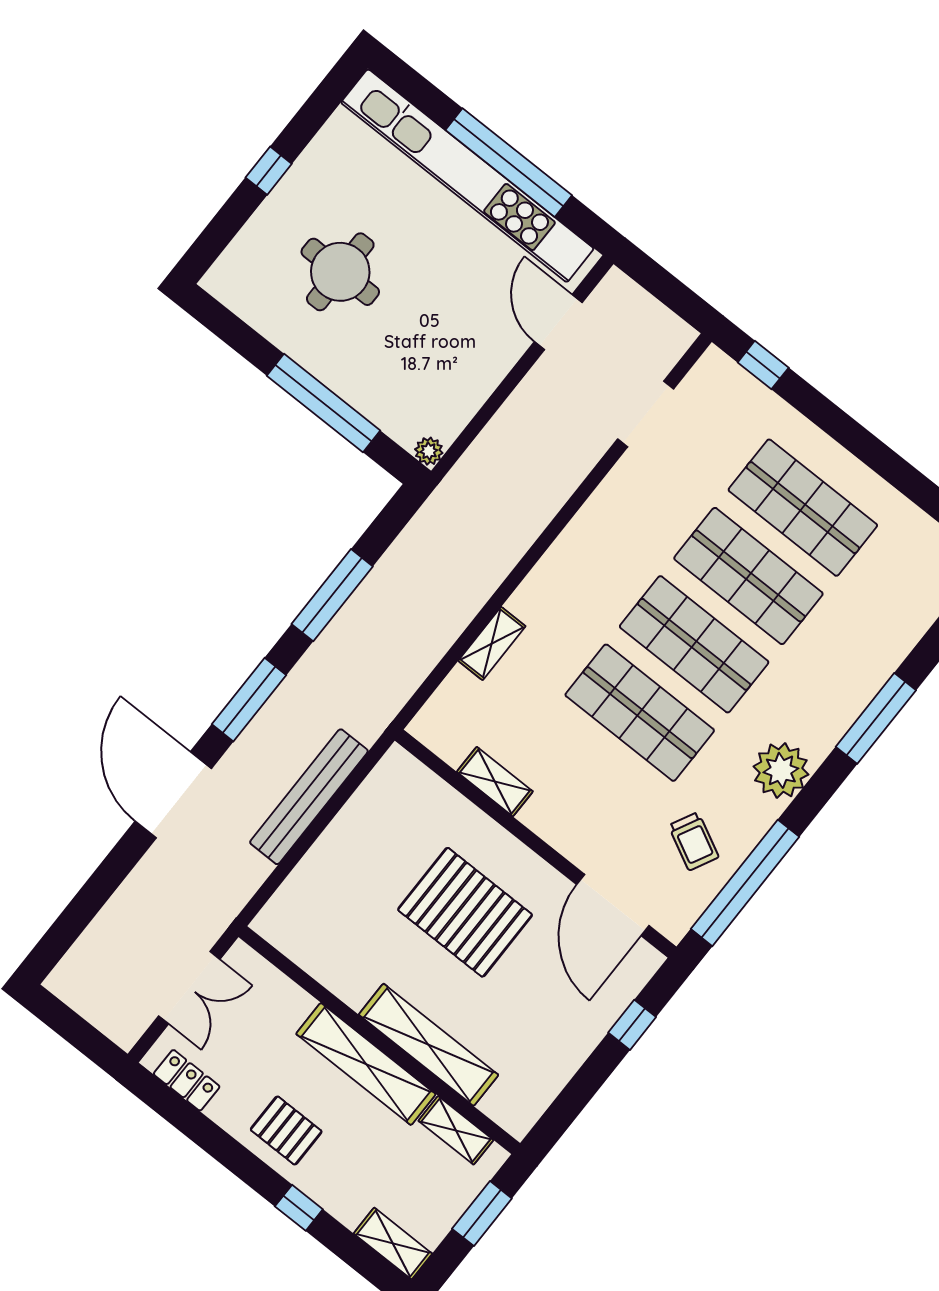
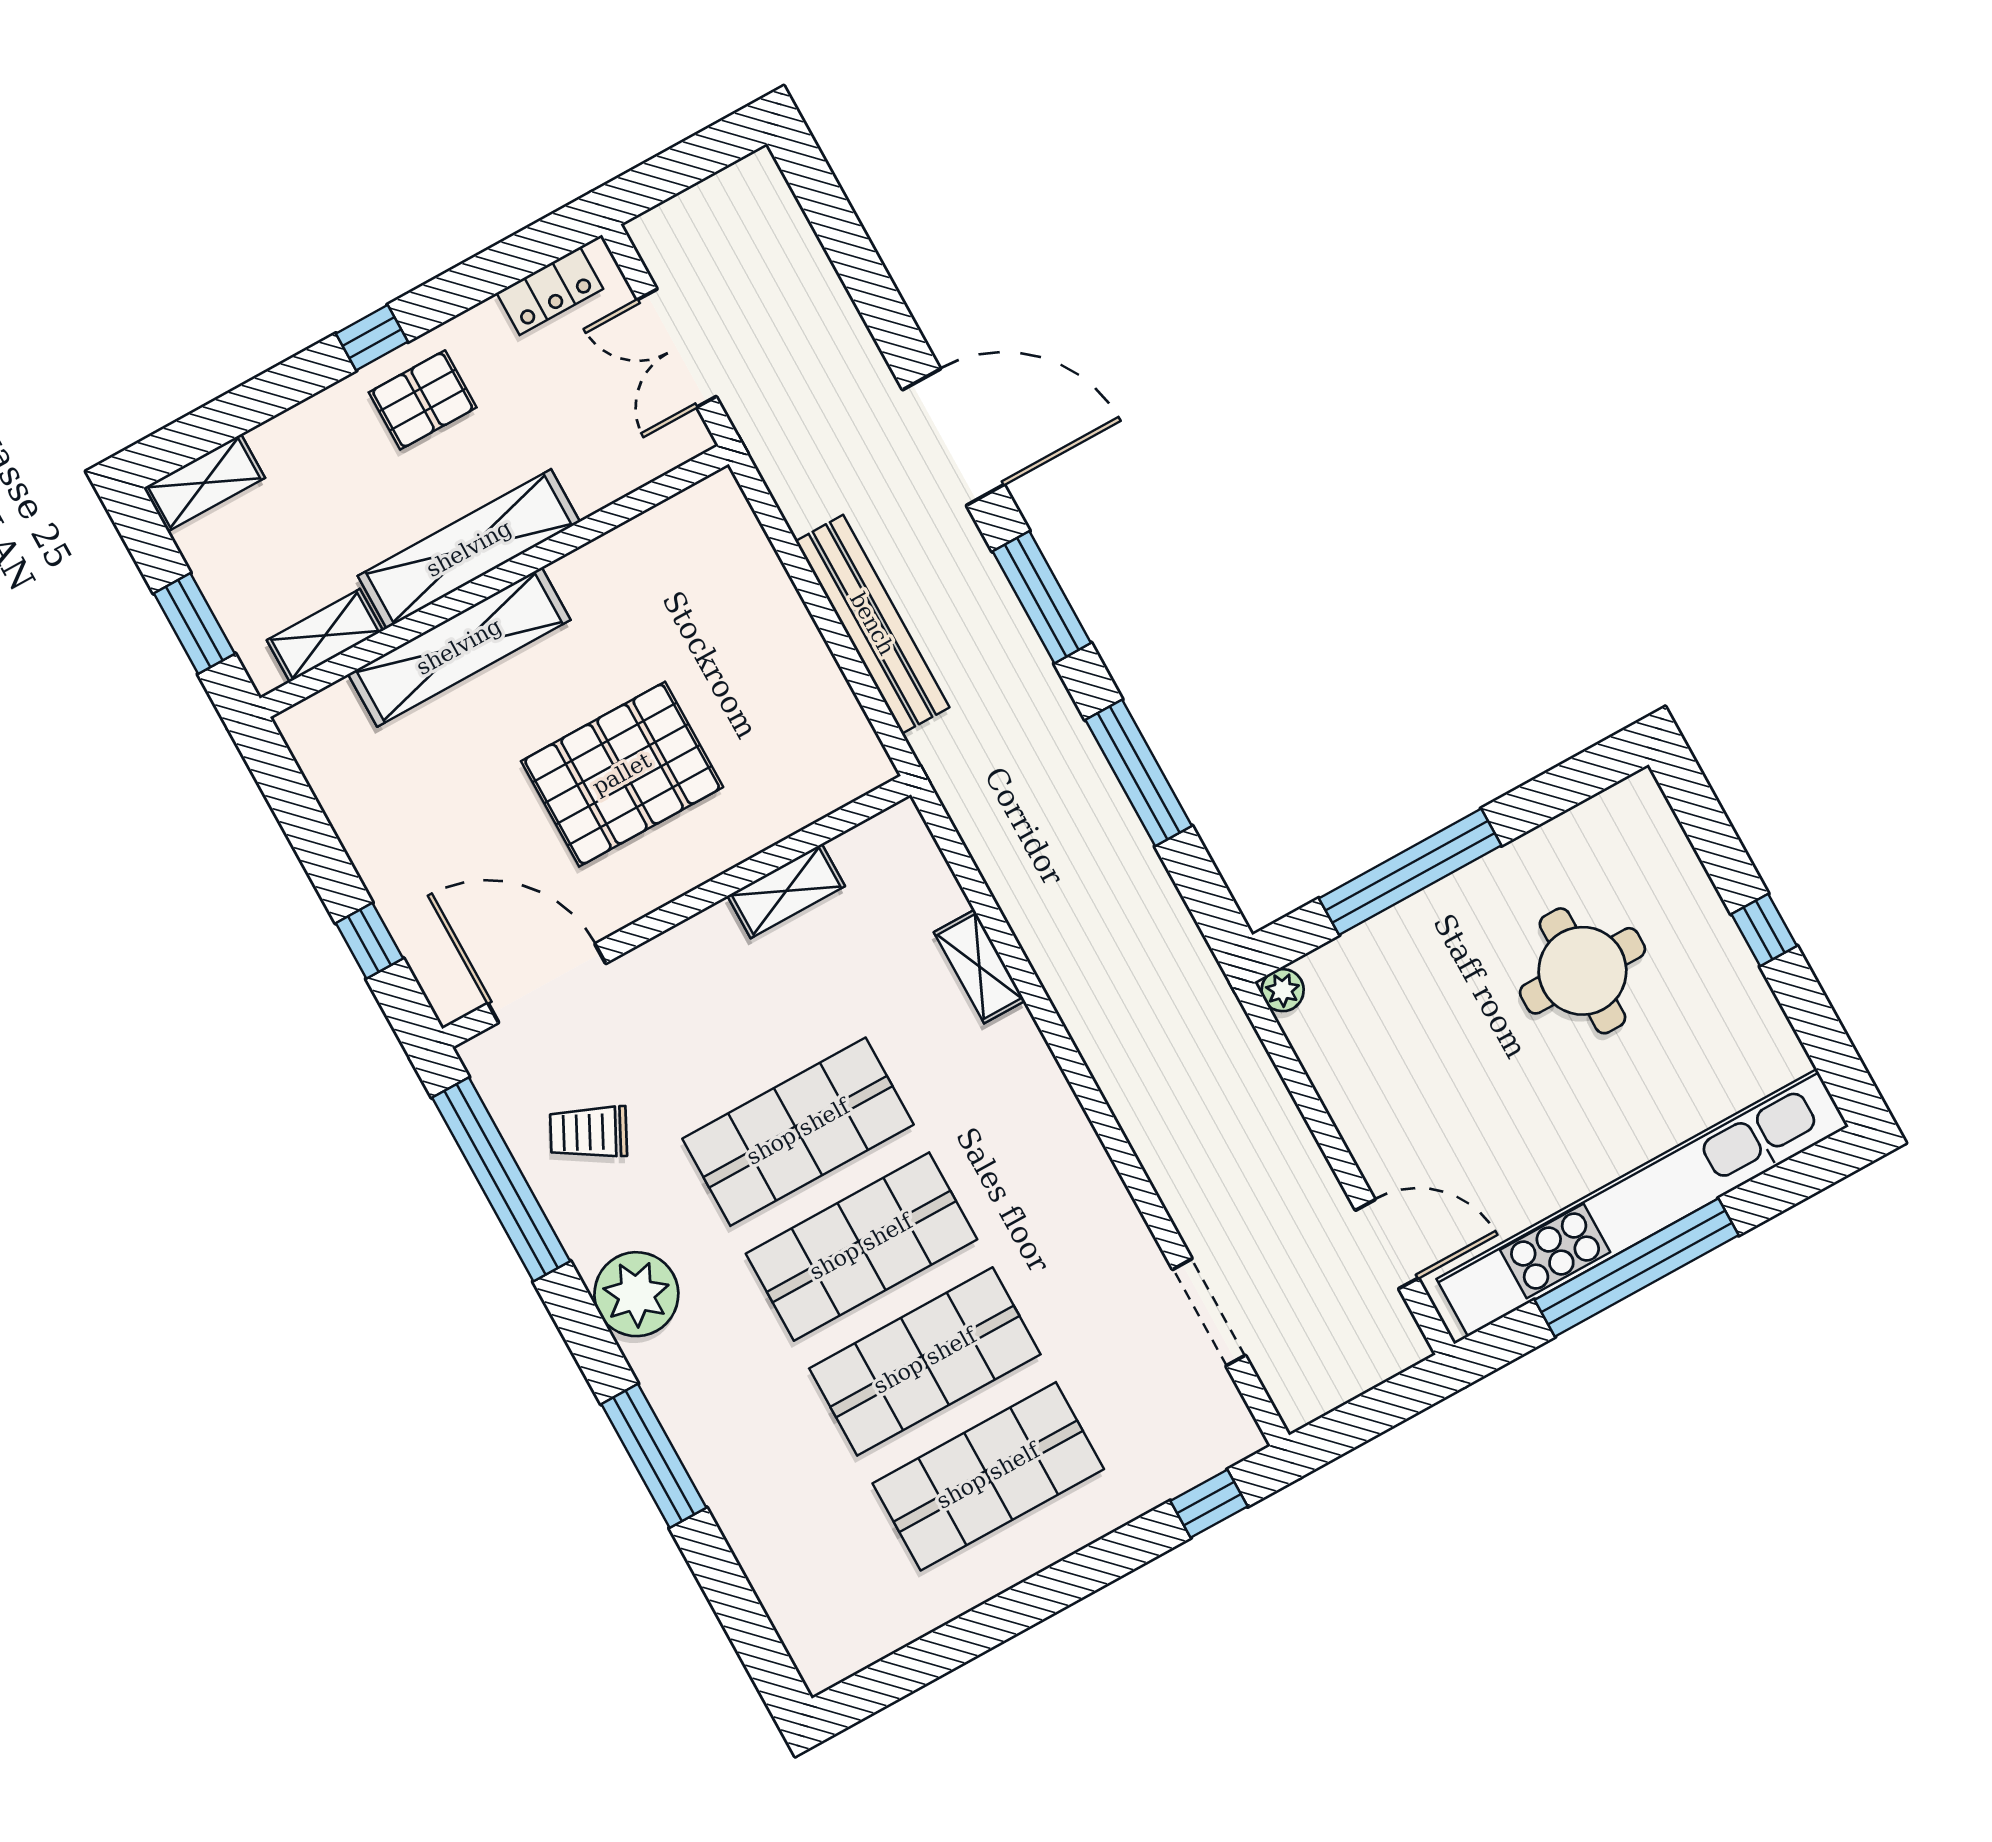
window: (299, 1208) -> (372, 338), moved

